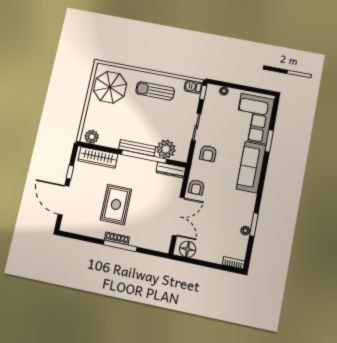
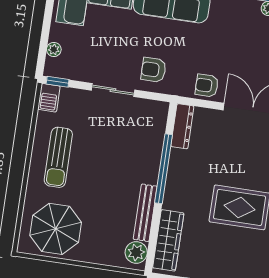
bench: (137, 148) -> (145, 213), moved
plant: (166, 149) -> (150, 135), removed
armchair: (208, 153) -> (154, 70), turned 180
armchair: (196, 187) -> (207, 86), turned 180

